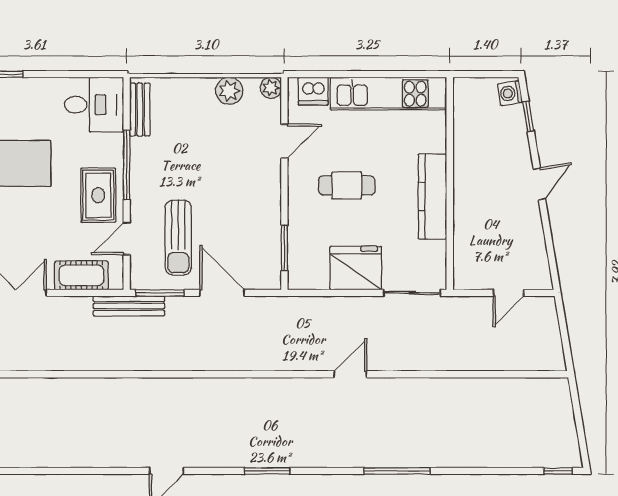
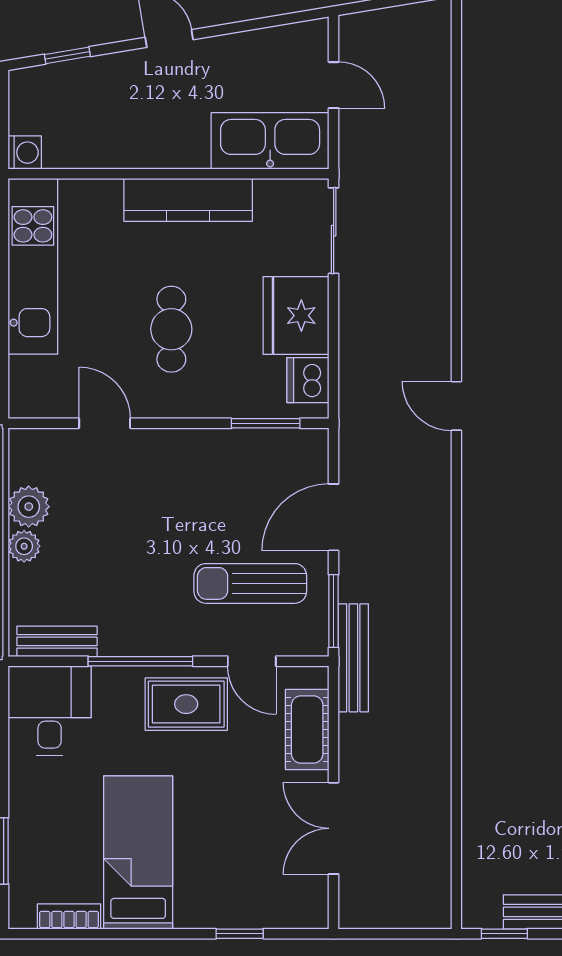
plant: (271, 88) -> (24, 546), moved
dishwasher: (313, 91) -> (308, 380), moved, turned 180
washing machine: (510, 93) -> (25, 153), moved, turned -81
sun lounger: (178, 238) -> (250, 583), turned 180
kitchen sink: (472, 251) -> (270, 141), added
door: (350, 374) -> (456, 406), moved

